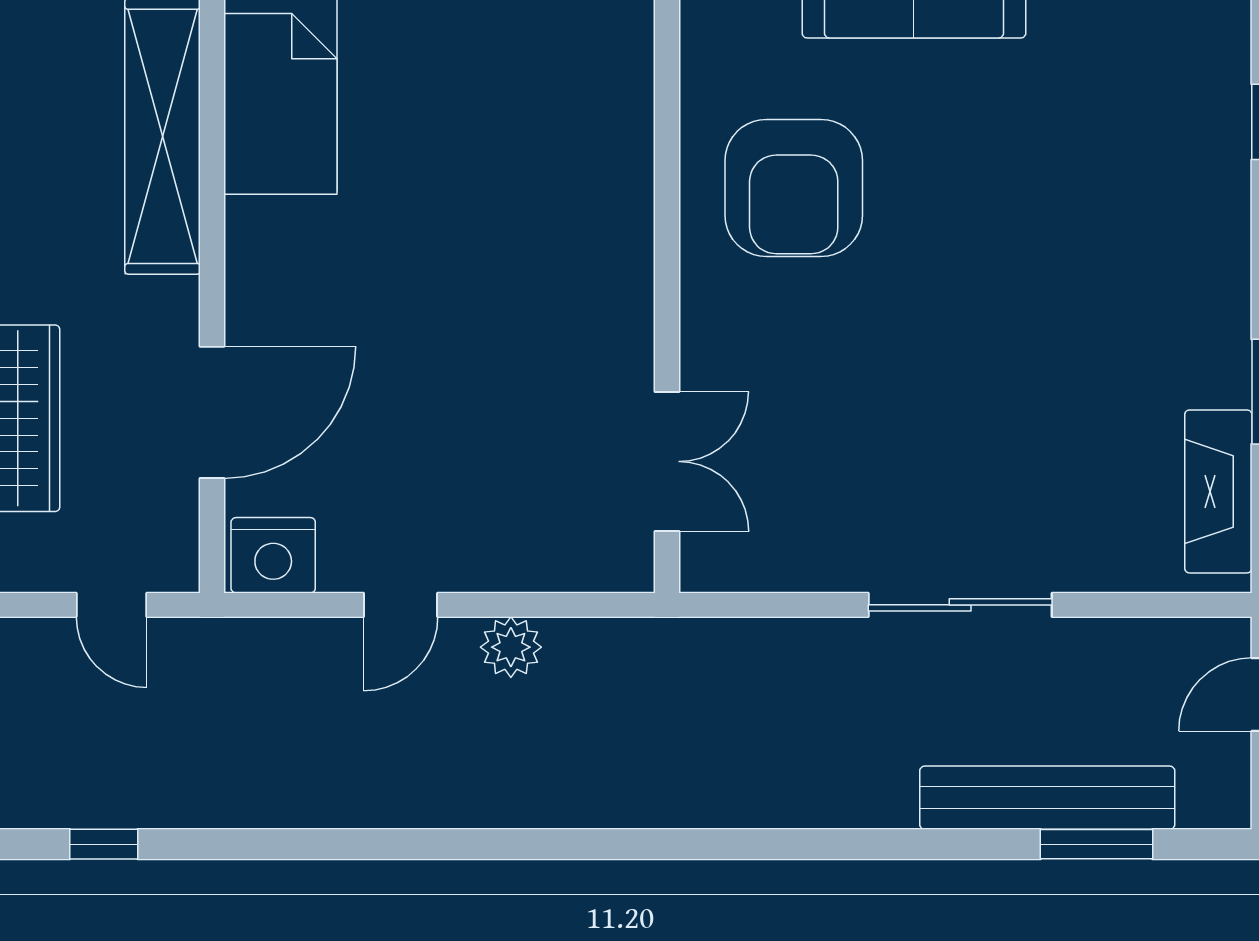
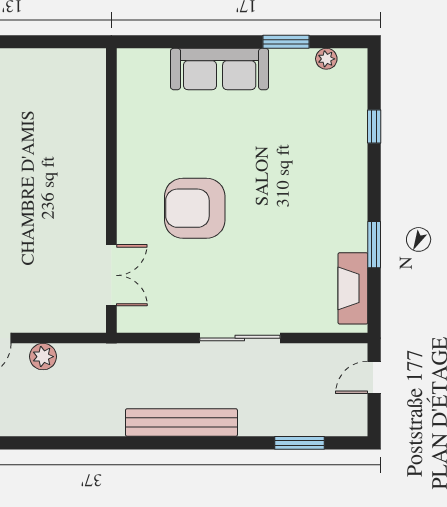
armchair: (794, 188) -> (195, 208), moved, turned 90
bench: (1047, 798) -> (181, 423), moved

